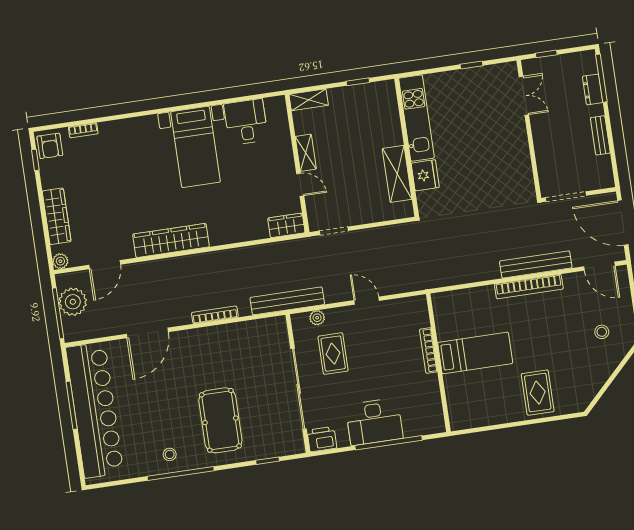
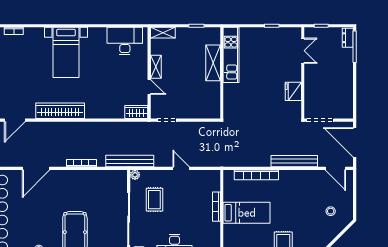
dresser: (593, 89) -> (348, 38), moved
desk: (246, 122) -> (125, 41), width x1.37
bench: (600, 135) -> (348, 84), removed
bed with nightstands: (195, 147) -> (66, 52), moved
shelving: (397, 174) -> (213, 63), moved
fridge: (425, 175) -> (293, 91), moved, turned 180
bookcase: (529, 287) -> (256, 175), moved
plant: (317, 318) -> (135, 175), moved

